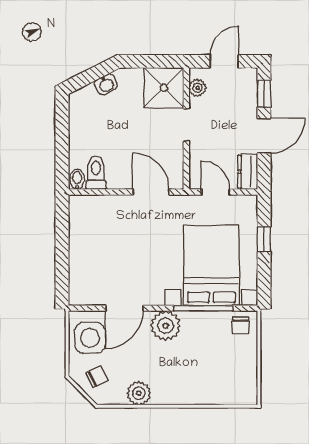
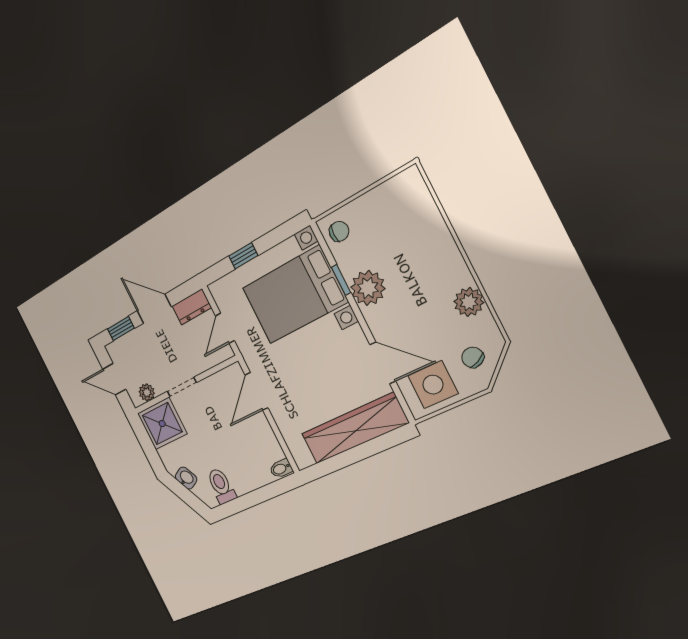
toilet: (96, 173) -> (221, 486), moved, turned 90
wardrobe: (83, 259) -> (354, 429), added
window: (203, 308) -> (341, 280), width x0.46
plant: (166, 326) -> (368, 288), moved

